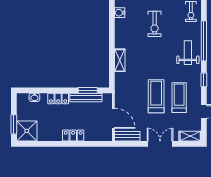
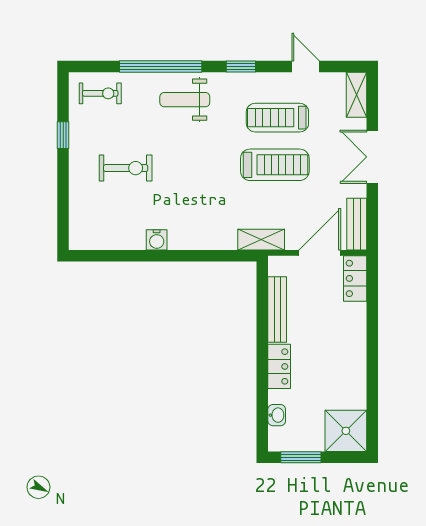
water cooler: (120, 13) -> (157, 240), moved
shelving: (120, 60) -> (261, 240), moved
window: (88, 90) -> (262, 306), removed
treadmill: (156, 96) -> (275, 165), turned 180
window: (14, 124) -> (301, 457), moved
locker: (73, 135) -> (355, 278), moved

